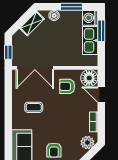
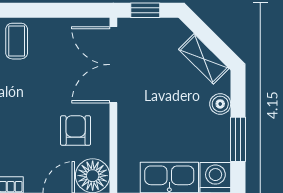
coffee table: (34, 107) -> (17, 41), moved

